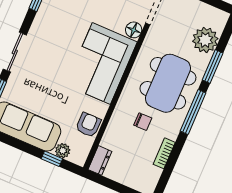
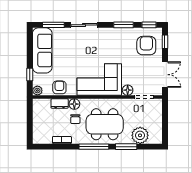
floor lamp: (121, 114) -> (74, 104), added
armchair: (88, 125) -> (59, 87), turned -90
plant: (63, 151) -> (37, 91), moved
dresser: (100, 160) -> (60, 104), moved

